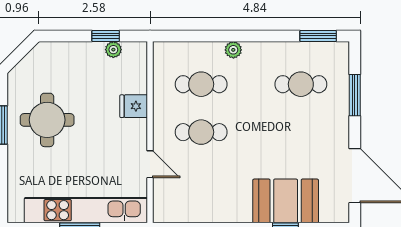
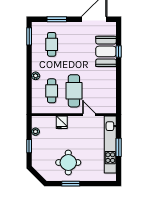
window: (106, 36) -> (29, 146), moved
cafe table: (201, 132) -> (74, 91), width x1.37, depth x1.35
door: (150, 164) -> (89, 115), hinge flipped

